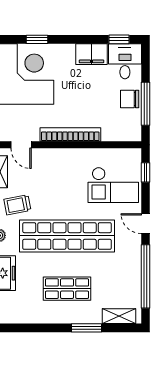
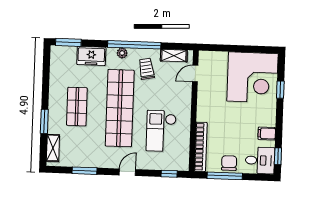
filing cabinet: (91, 54) -> (267, 133), width x0.50
bookcase: (70, 135) -> (201, 147), moved
checkout: (113, 185) -> (161, 131), moved
window: (145, 276) -> (85, 171), width x0.47

